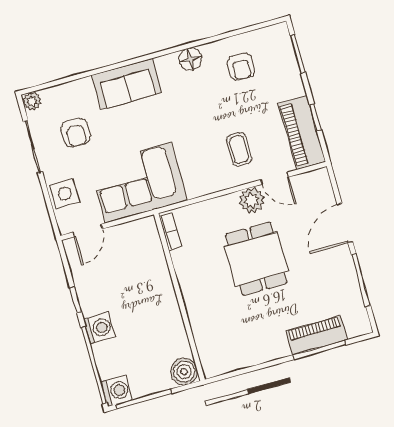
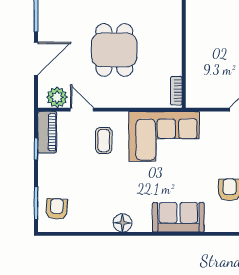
armchair: (241, 67) -> (57, 209), moved
piano: (302, 133) -> (47, 132), width x0.73, depth x0.75
corner sofa: (139, 183) -> (164, 136), moved
plant: (252, 200) -> (57, 97), moved

